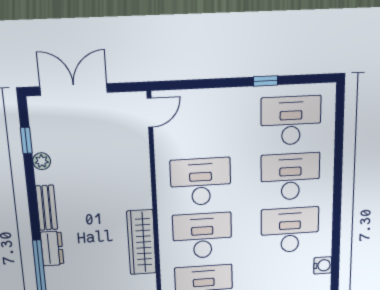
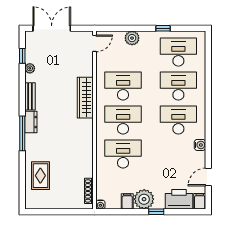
plant: (213, 100) -> (132, 38), added
wardrobe: (142, 242) -> (85, 98), moved

